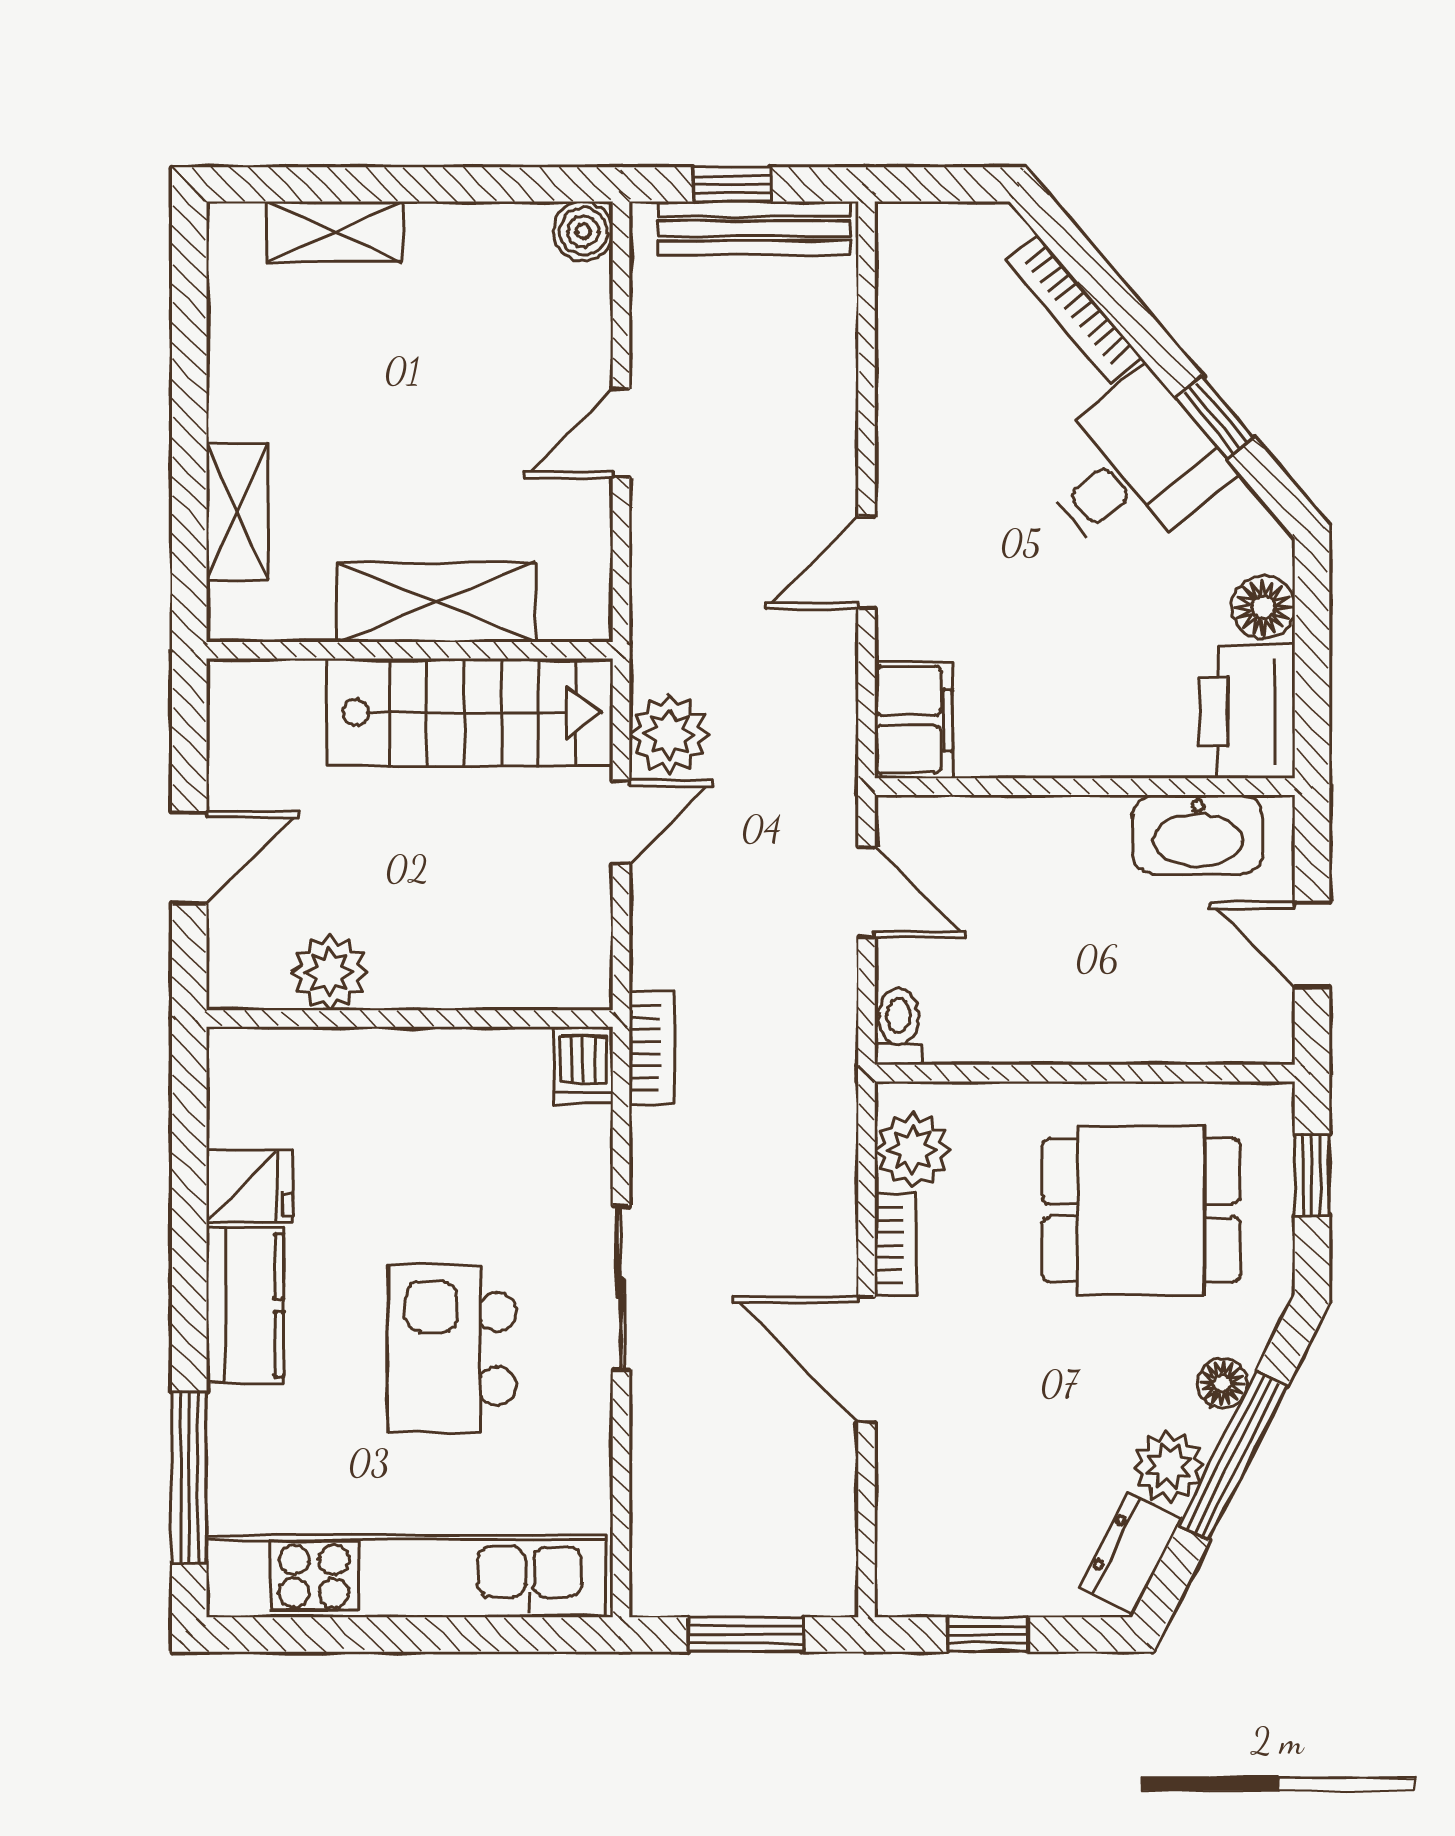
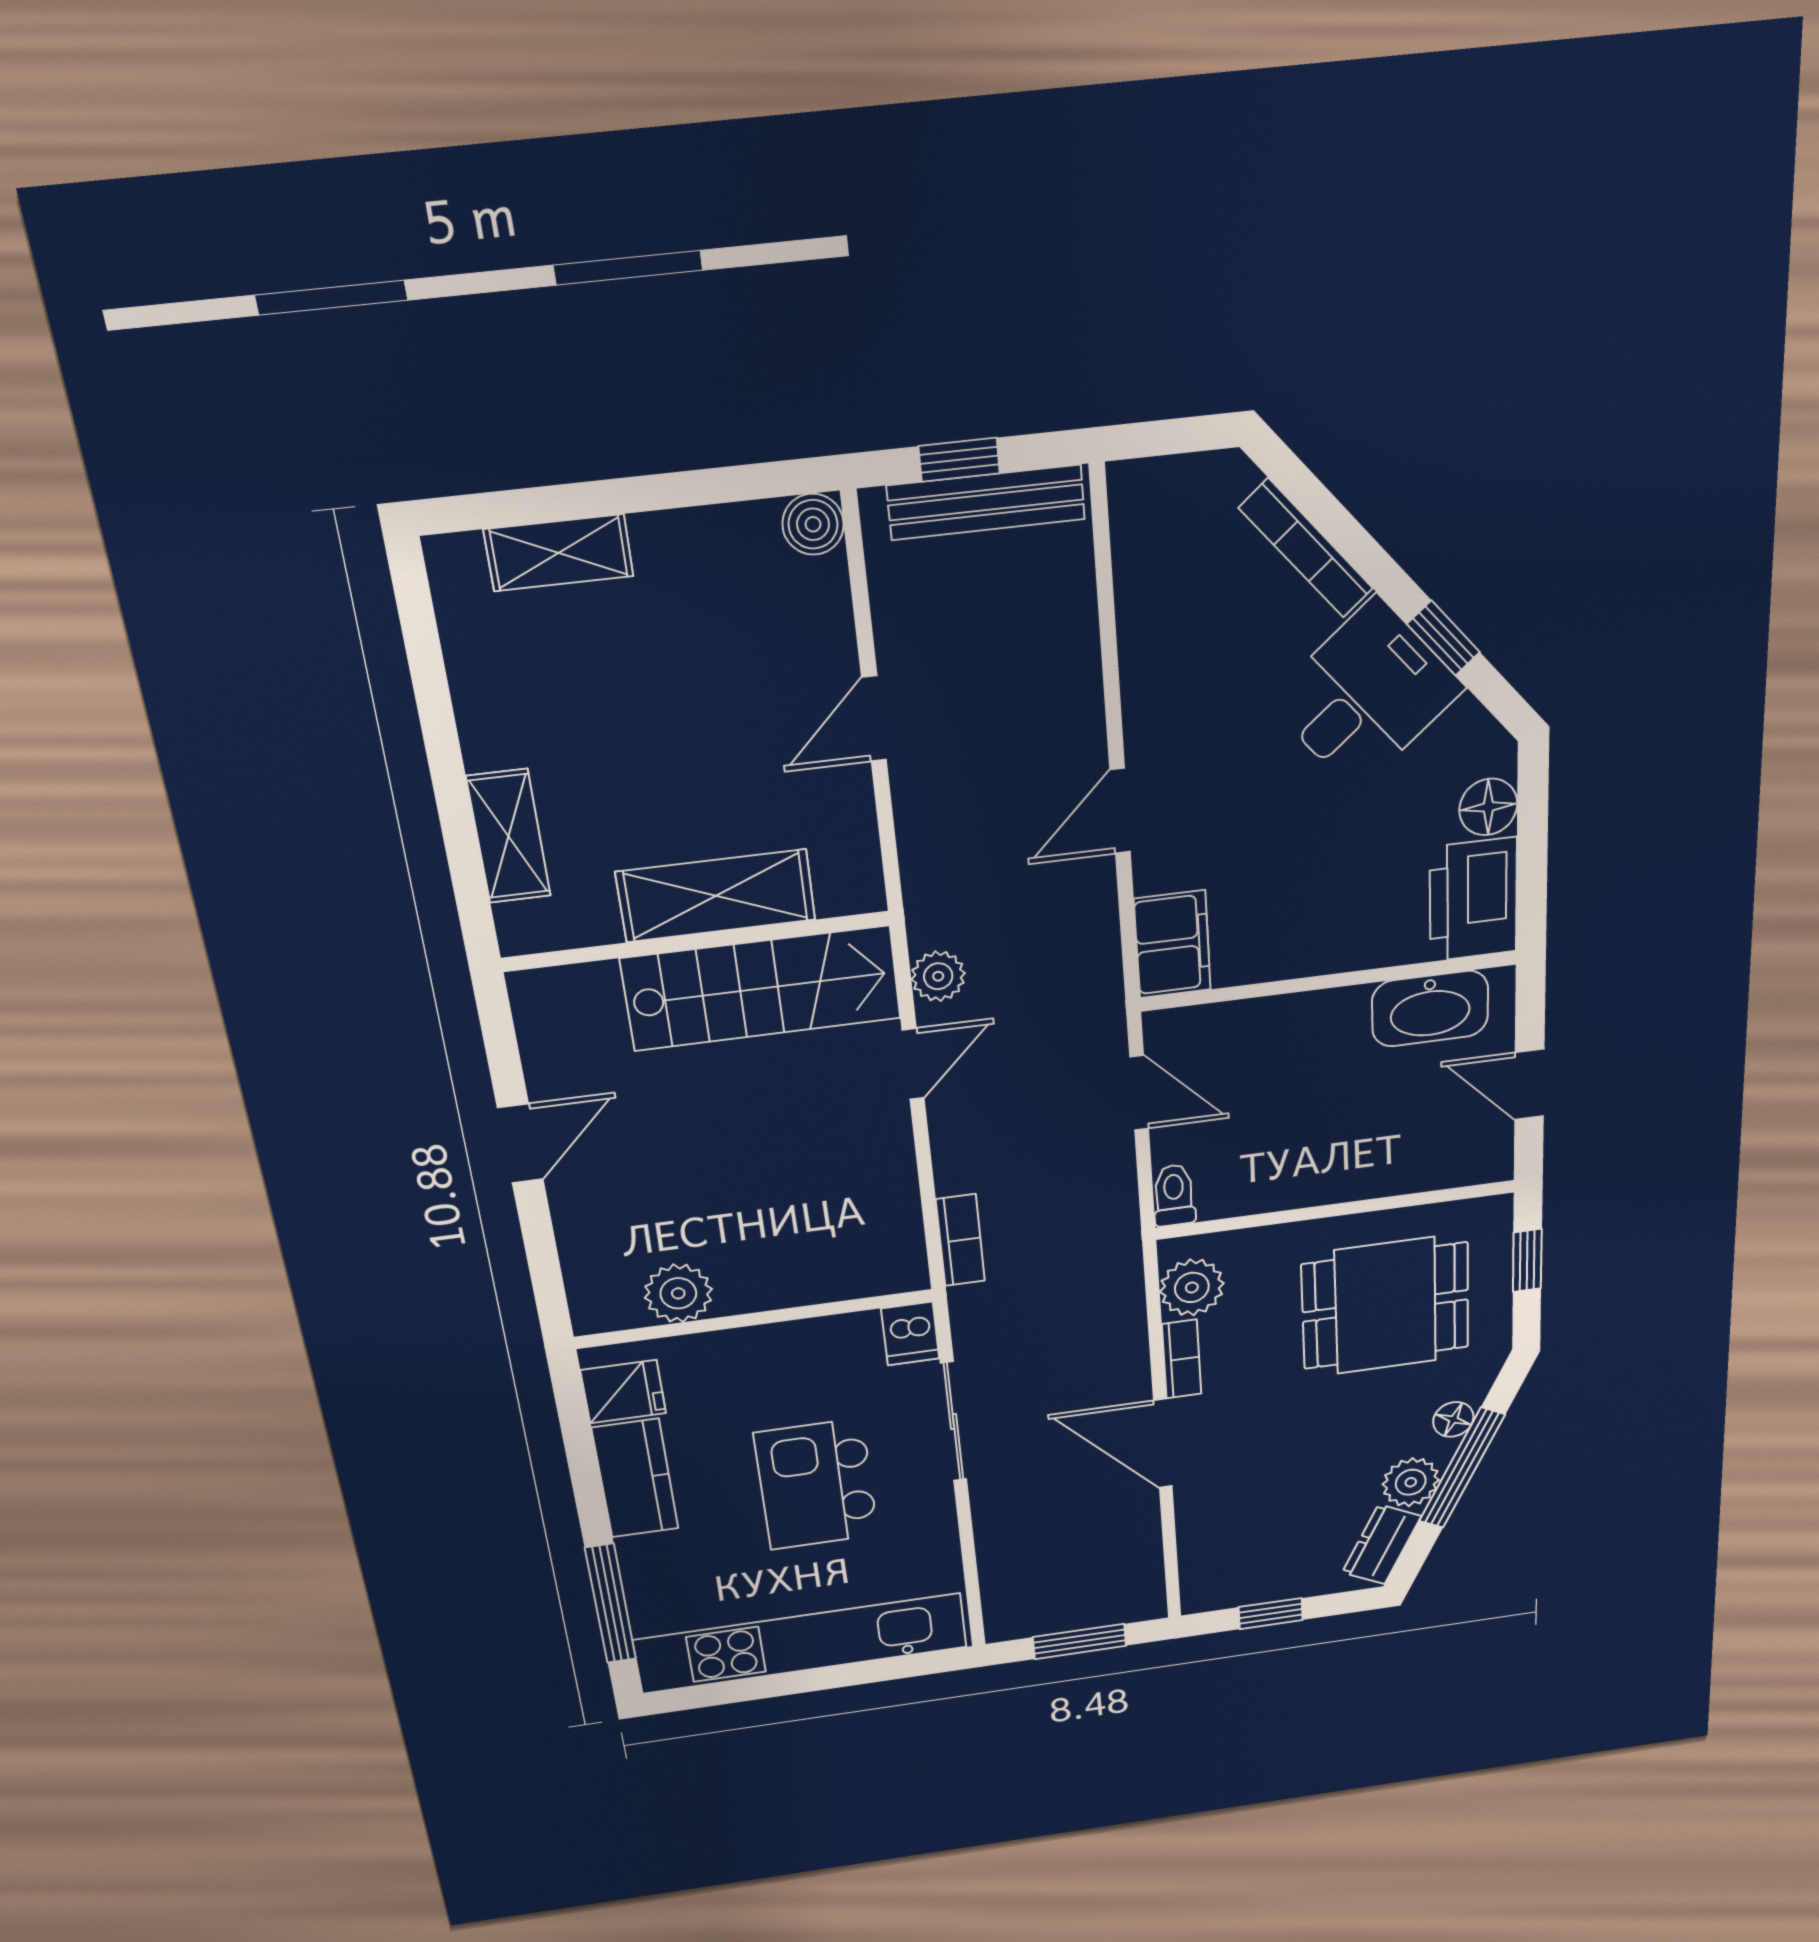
plant: (669, 734) -> (938, 976), width x0.73, depth x0.73
plant: (330, 972) -> (678, 1293), moved
wall: (410, 1019) -> (754, 1319), moved
dishwasher: (583, 1065) -> (910, 1333), moved

